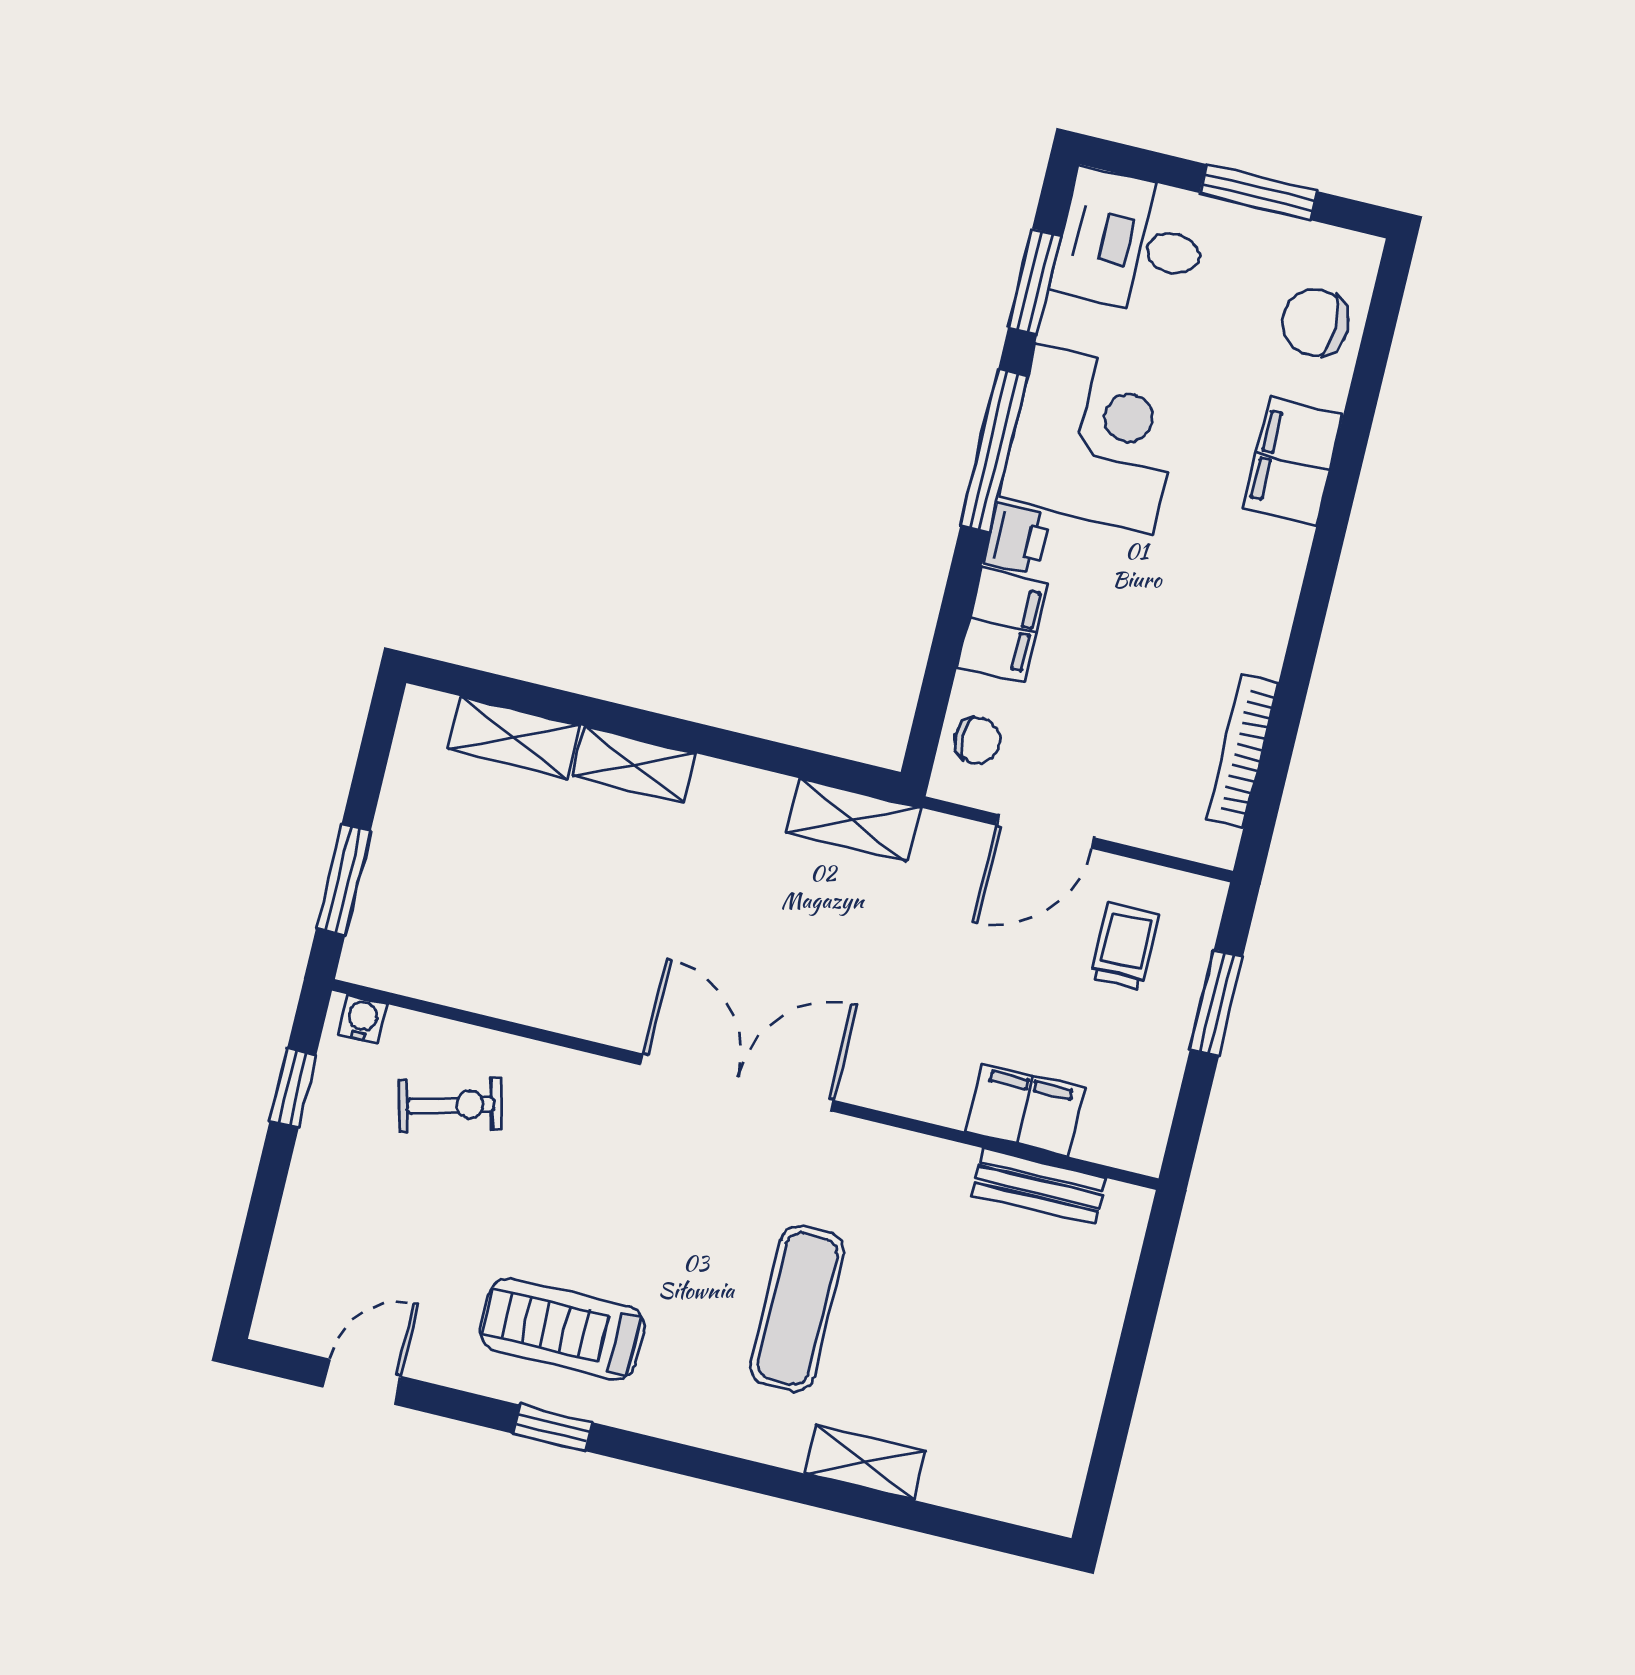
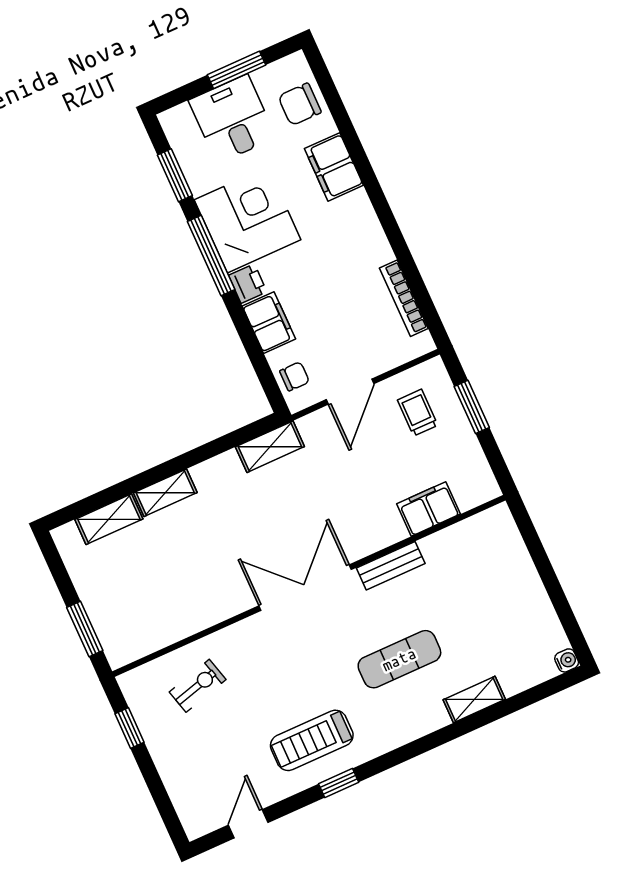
desk: (1131, 243) -> (232, 119), moved, turned 90
water cooler: (362, 1019) -> (567, 660), moved, turned 90
bench: (1039, 1187) -> (391, 566), moved
exercise mat: (797, 1309) -> (399, 659), turned 90

